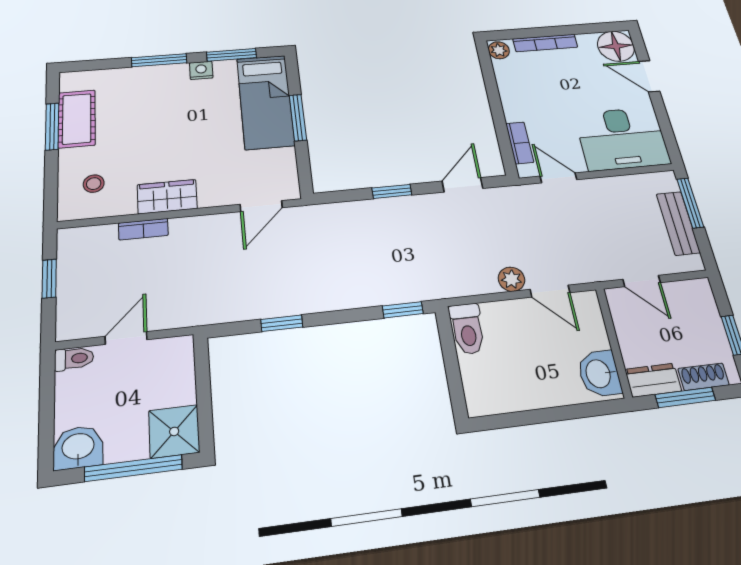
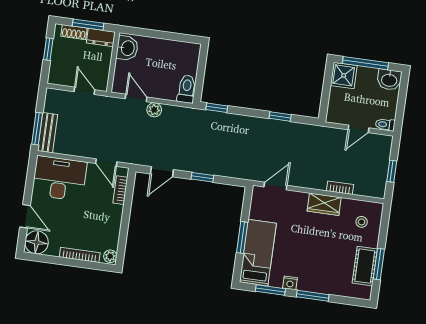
bench: (678, 223) -> (48, 133), moved

